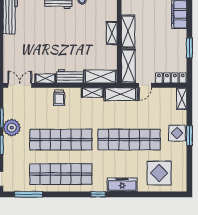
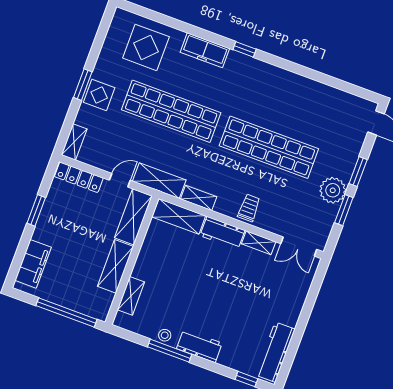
shelving: (112, 33) -> (131, 296), moved
shop shelf: (61, 174) -> (287, 98), removed
window: (29, 194) -> (344, 86), removed

